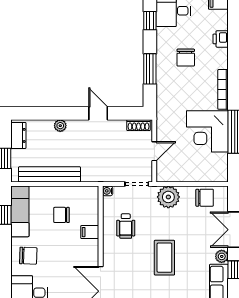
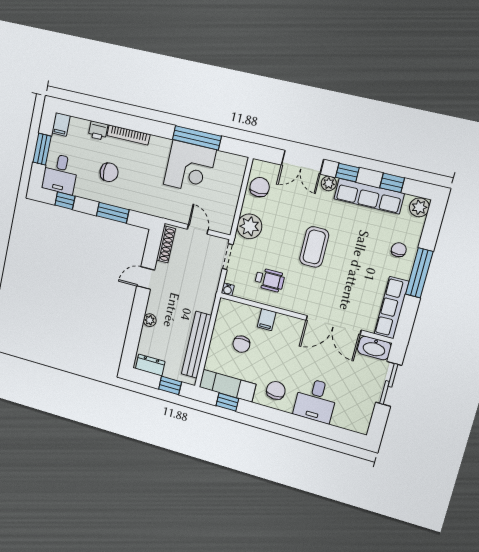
bookcase: (223, 89) -> (129, 135), moved
shoe rack: (138, 125) -> (166, 244), width x1.43
coffee table: (164, 258) -> (314, 247), turned 90

